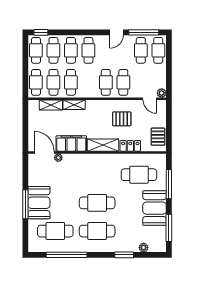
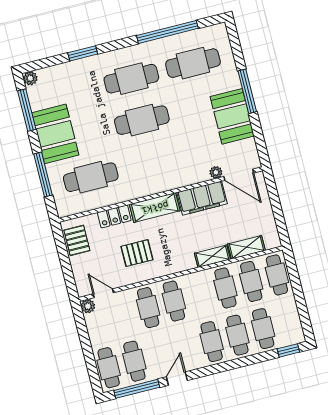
cafe table: (36, 50) -> (289, 322), removed
booth: (39, 203) -> (232, 116), moved
plant: (144, 248) -> (30, 78), moved

